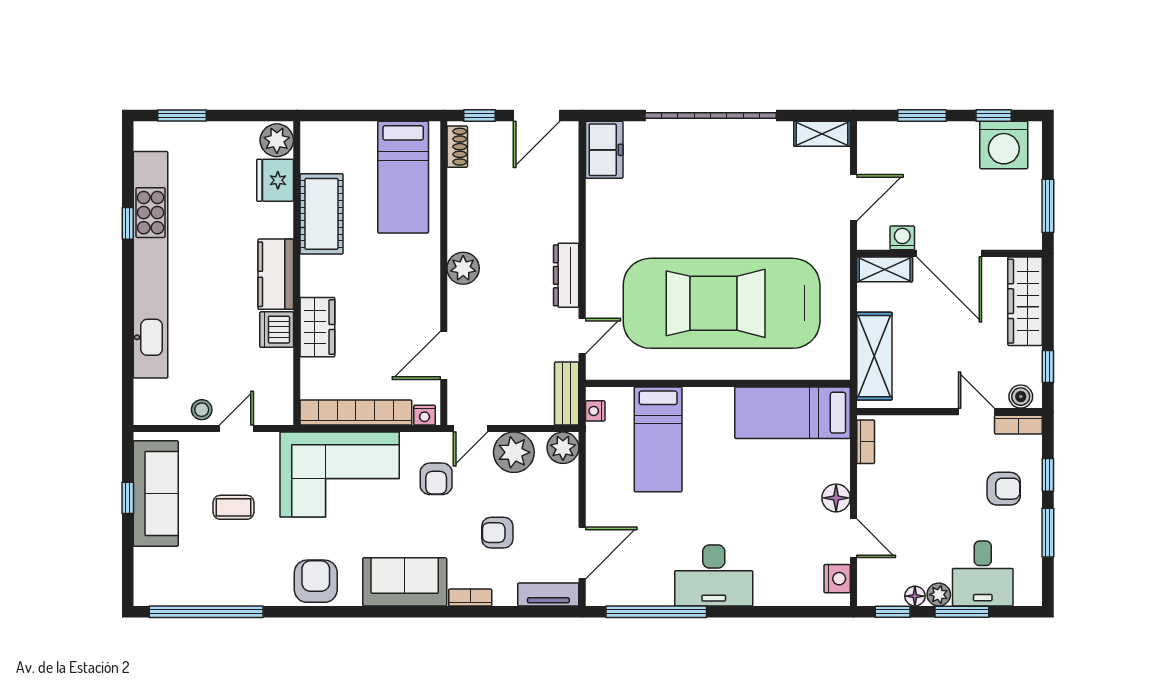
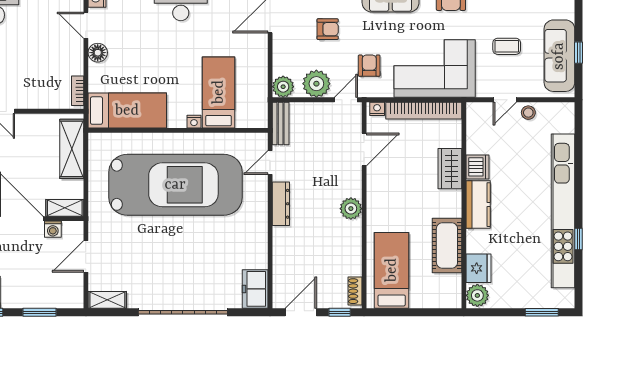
nightstand: (595, 411) -> (194, 122), moved, turned 90

